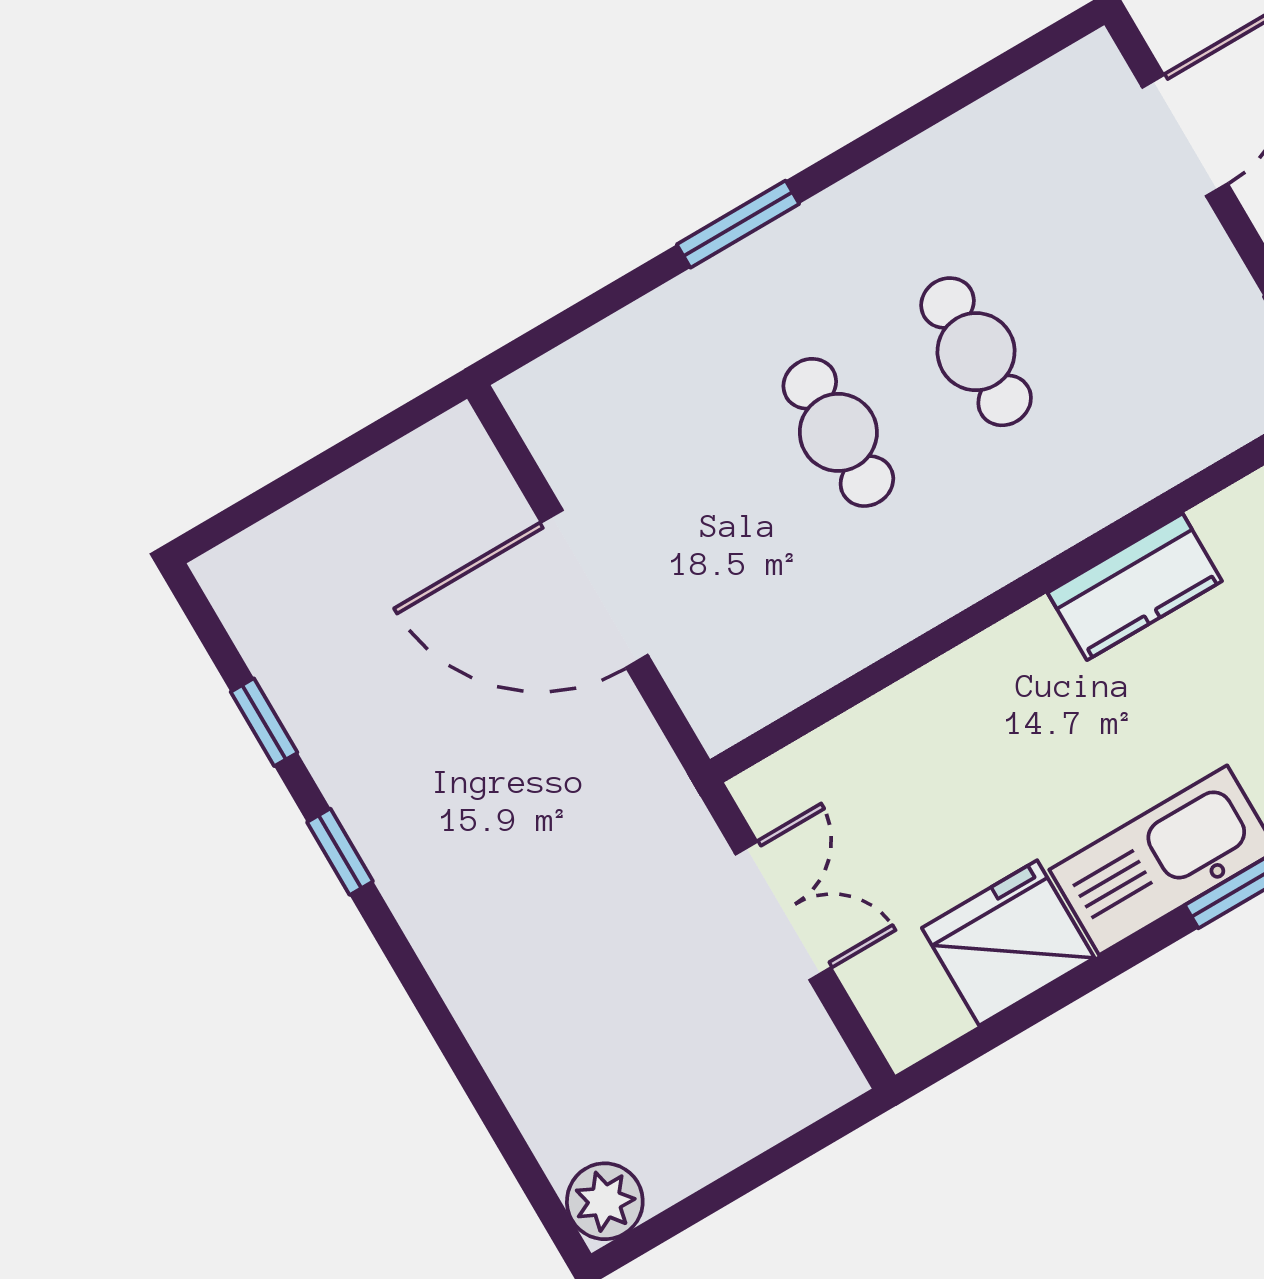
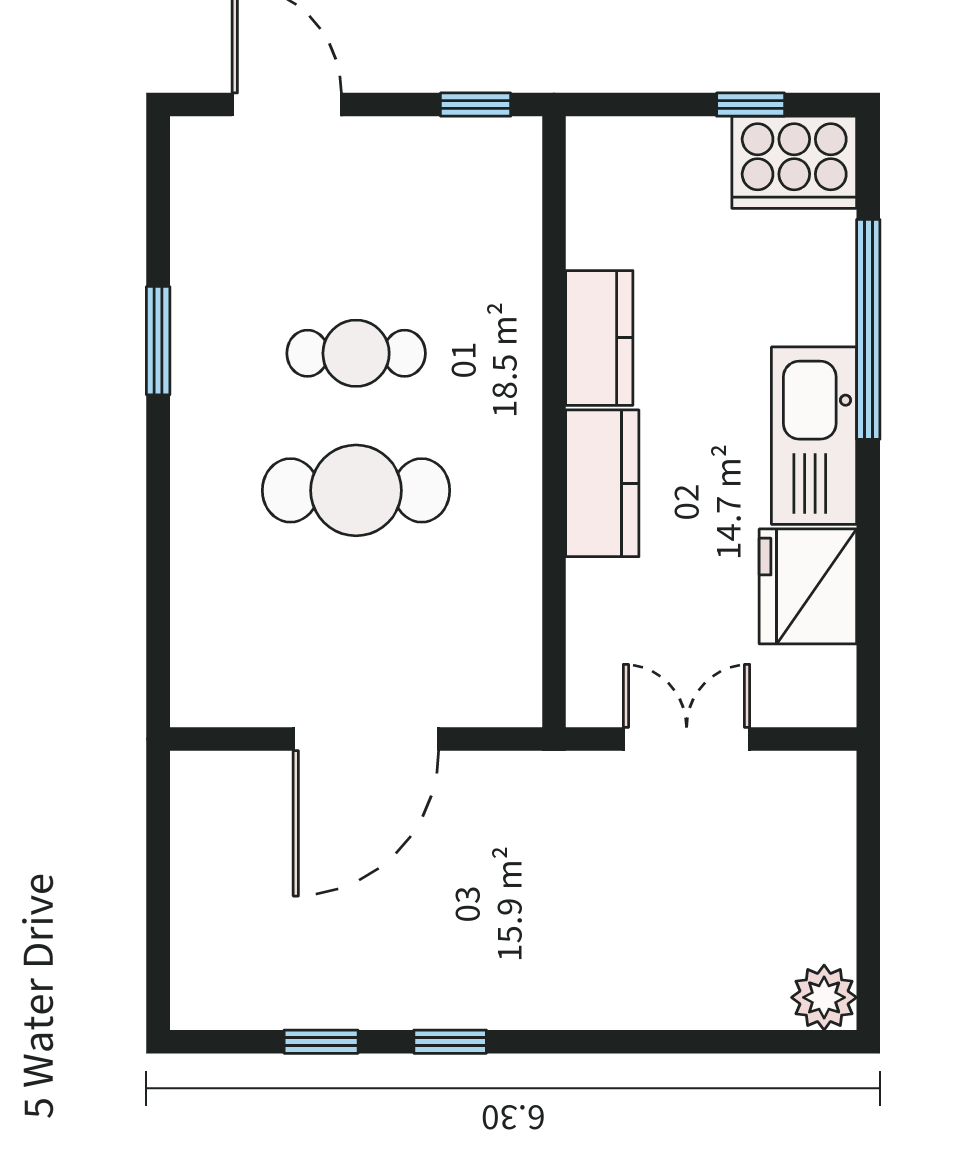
window: (738, 224) -> (158, 341), moved
cafe table: (838, 432) -> (356, 490), width x1.37, depth x1.35
kitchen counter: (990, 676) -> (602, 483), added

